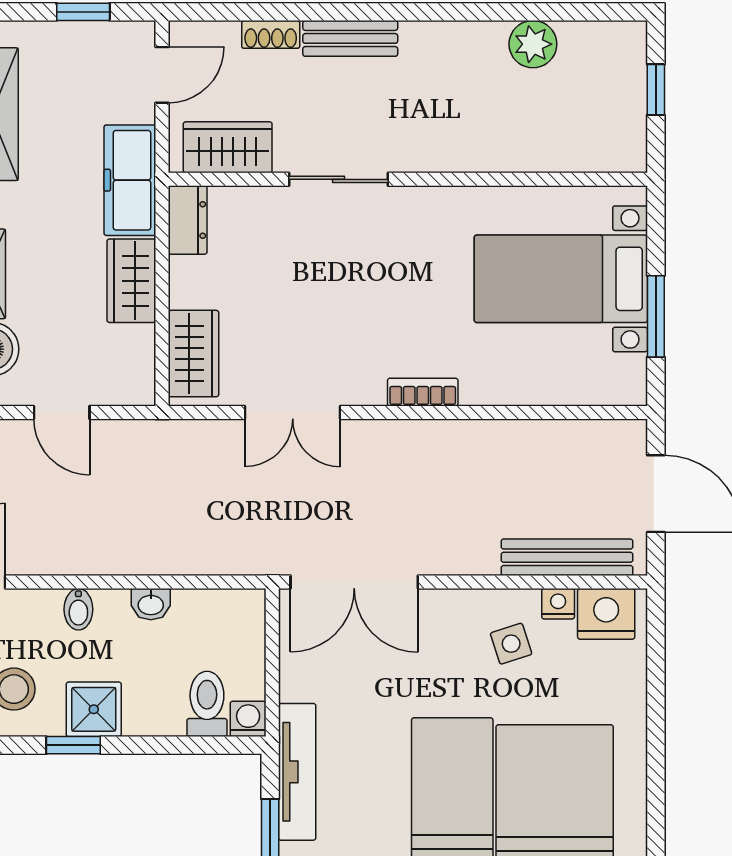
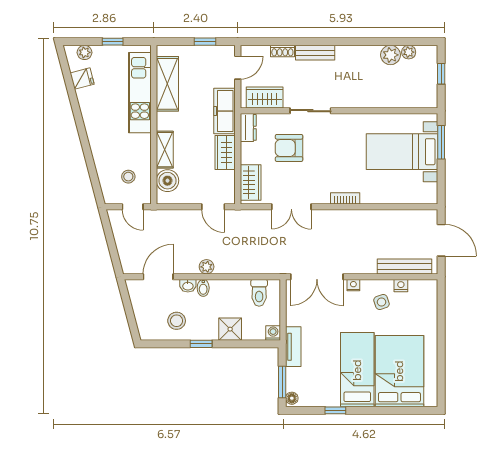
plant: (577, 37) -> (409, 52), added
armchair: (287, 270) -> (289, 148), added
window: (656, 316) -> (441, 142), moved
door: (62, 412) -> (213, 207), moved
plant: (87, 558) -> (207, 267), added
washbasin: (151, 604) -> (188, 286), moved
nightstand: (606, 614) -> (353, 285), moved, width x0.53, depth x0.56
toilet: (207, 704) -> (259, 293), moved, turned 180
shower: (94, 709) -> (230, 329), moved
tv unit: (297, 772) -> (293, 347), width x0.71

